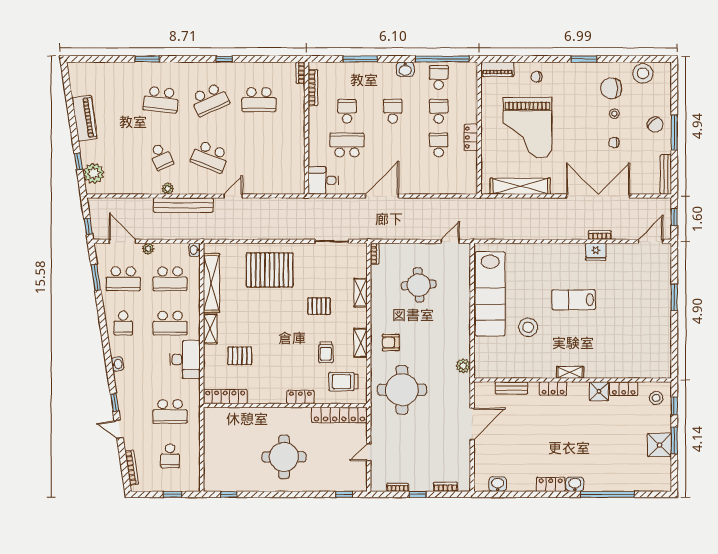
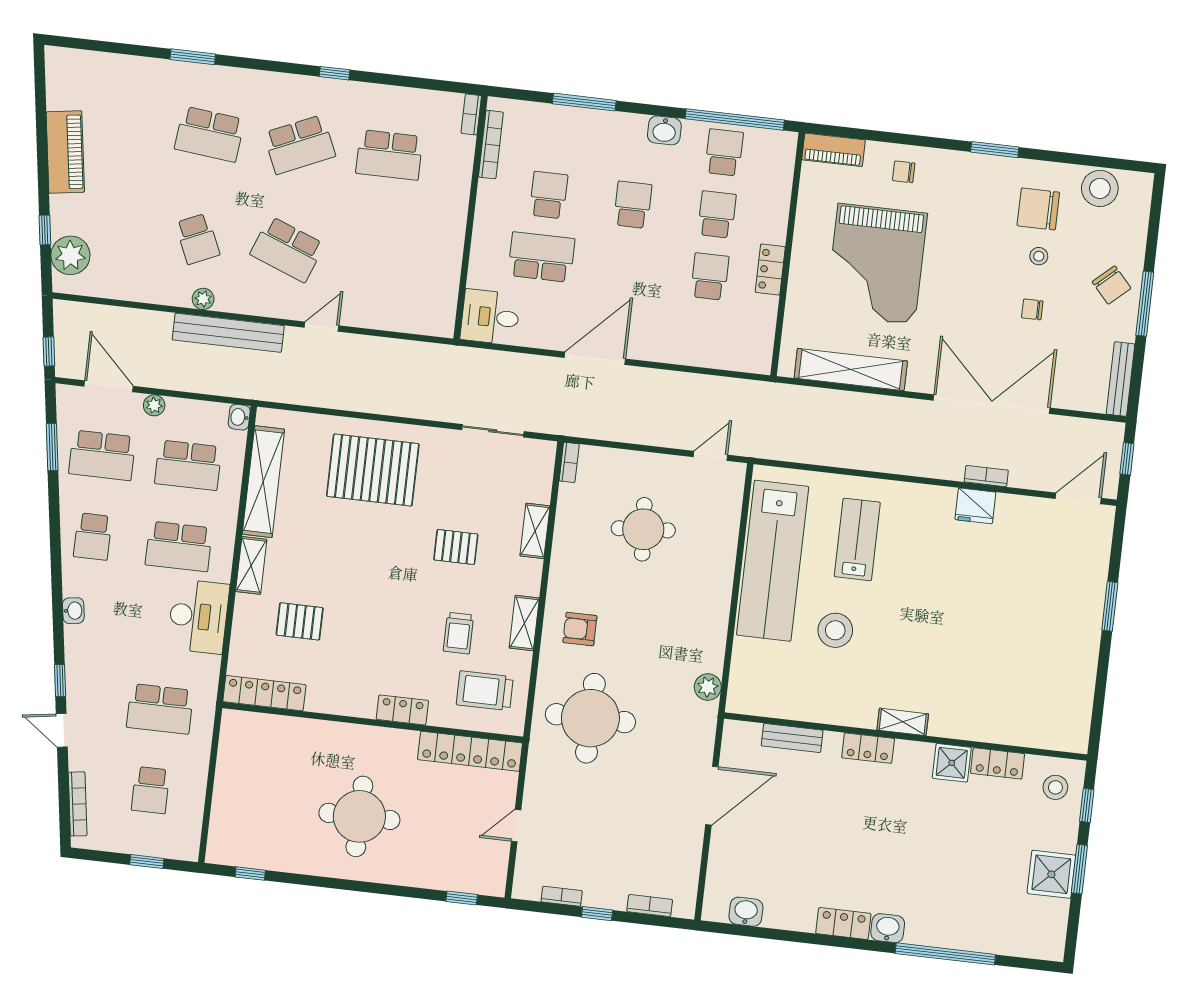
lab bench: (574, 300) -> (857, 539), moved, turned 90

